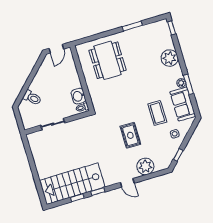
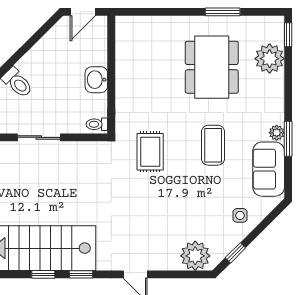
plant: (170, 58) -> (270, 59), moved
dining table: (108, 60) -> (212, 67), moved
washbasin: (78, 96) -> (96, 80), moved
coffee table: (157, 113) -> (213, 145), moved
rug: (130, 135) -> (150, 152), moved
plant: (145, 166) -> (195, 256), moved

